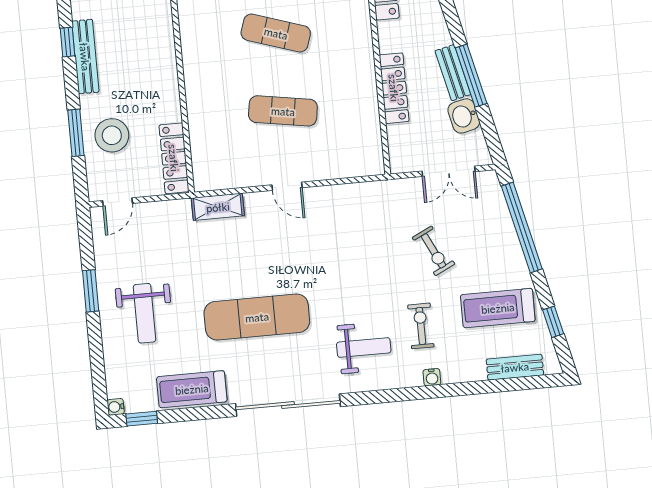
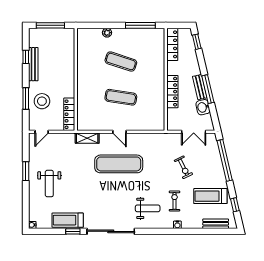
exercise mat: (257, 317) -> (119, 164), moved
window: (142, 419) -> (73, 231), moved

